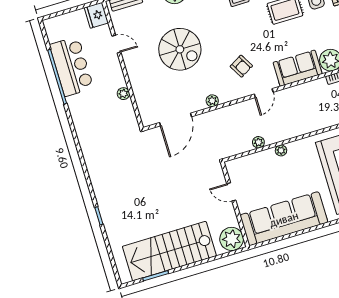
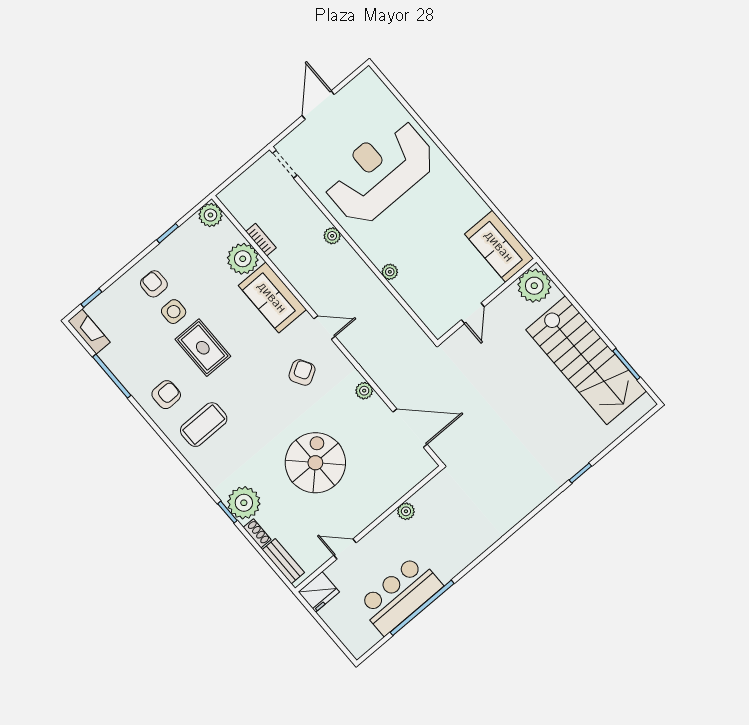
door: (116, 44) -> (345, 549), hinge flipped
plant: (258, 142) -> (332, 236), moved
sofa: (284, 219) -> (499, 246), width x0.54, depth x0.79

